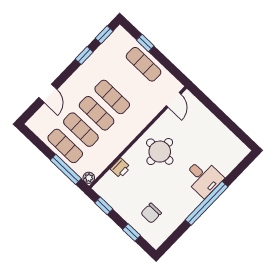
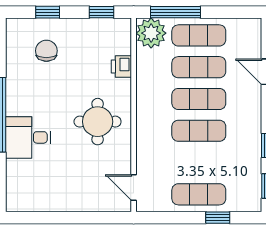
plant: (89, 178) -> (151, 33), width x1.88, depth x1.88

